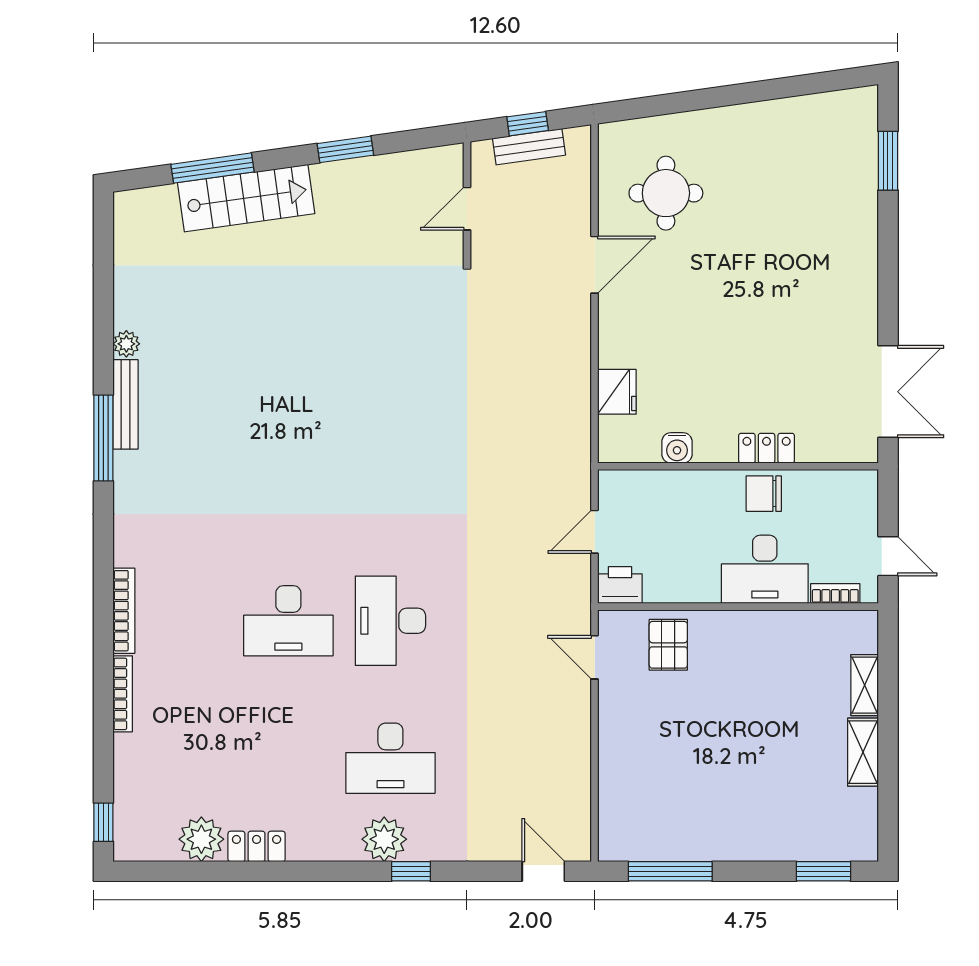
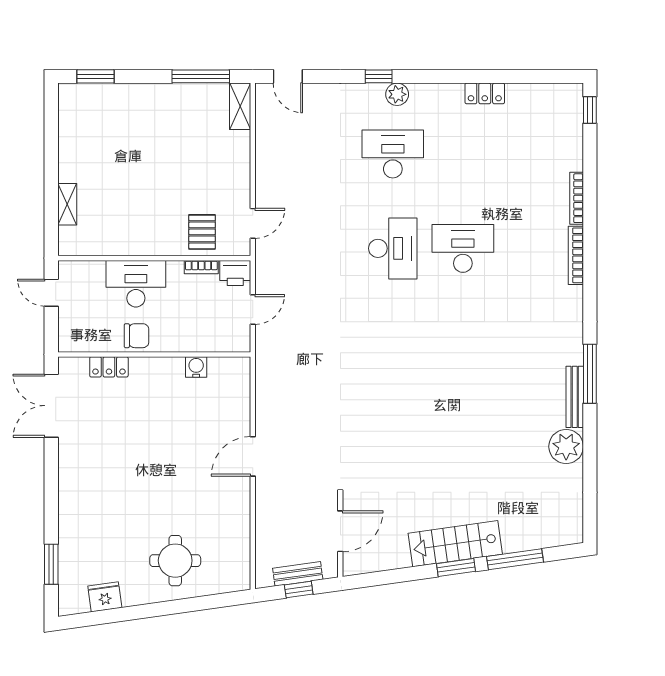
window: (345, 149) -> (456, 567), moved
round table: (666, 193) -> (175, 561), moved
stairs: (246, 198) -> (455, 544), moved
door: (467, 209) -> (340, 531), width x1.38
door: (595, 265) -> (253, 456), moved
plant: (126, 344) -> (566, 447), width x1.88, depth x1.88
fridge: (617, 392) -> (105, 597), moved, turned 82
locker: (767, 448) -> (109, 367), moved
bookcase: (835, 594) -> (201, 267), moved
door: (595, 657) -> (253, 223), hinge flipped
shelving: (863, 752) -> (240, 106), moved
plant: (201, 839) -> (523, 98), removed
plant: (384, 839) -> (397, 94), width x0.73, depth x0.73

